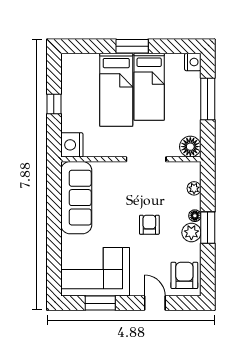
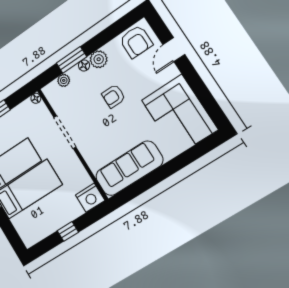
floor lamp: (190, 147) -> (36, 98), width x0.53, depth x0.53
window: (208, 228) -> (72, 60), moved
armchair: (184, 275) -> (136, 42), turned -90
window: (100, 303) -> (203, 94), removed

